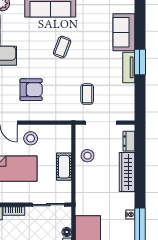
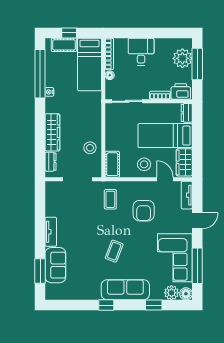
window: (140, 62) -> (40, 271), moved
armchair: (31, 90) -> (144, 211), turned -90
coffee table: (87, 94) -> (110, 199), moved
cot: (64, 167) -> (112, 164), moved

